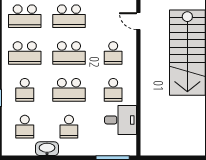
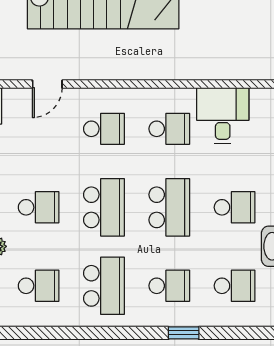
school desk: (25, 16) -> (39, 286), width x0.54
school desk: (69, 16) -> (39, 207), width x0.54

